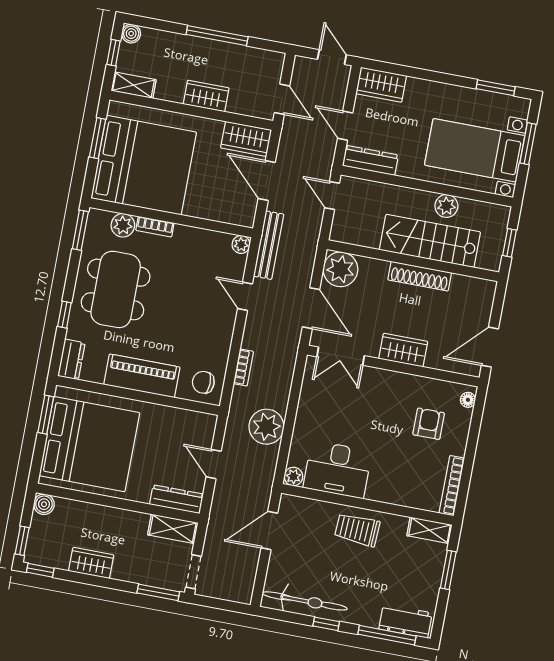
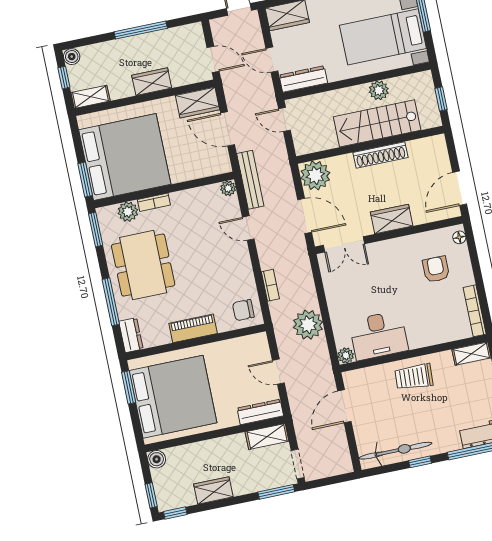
window: (97, 138) -> (85, 180), moved
window: (64, 315) -> (111, 302), width x2.17
piano: (142, 376) -> (193, 328), width x0.73, depth x0.75

